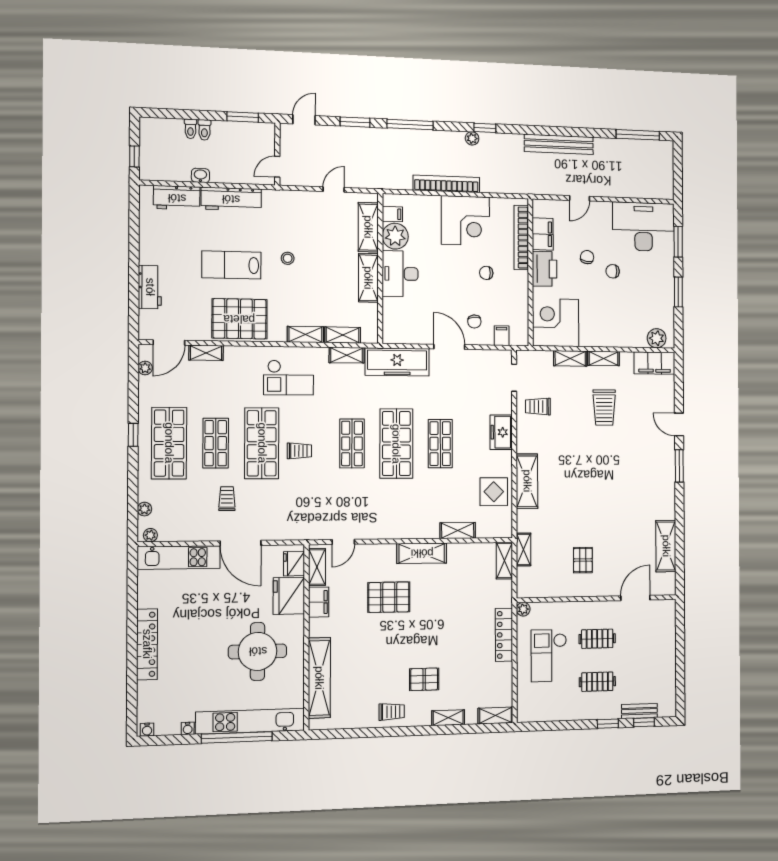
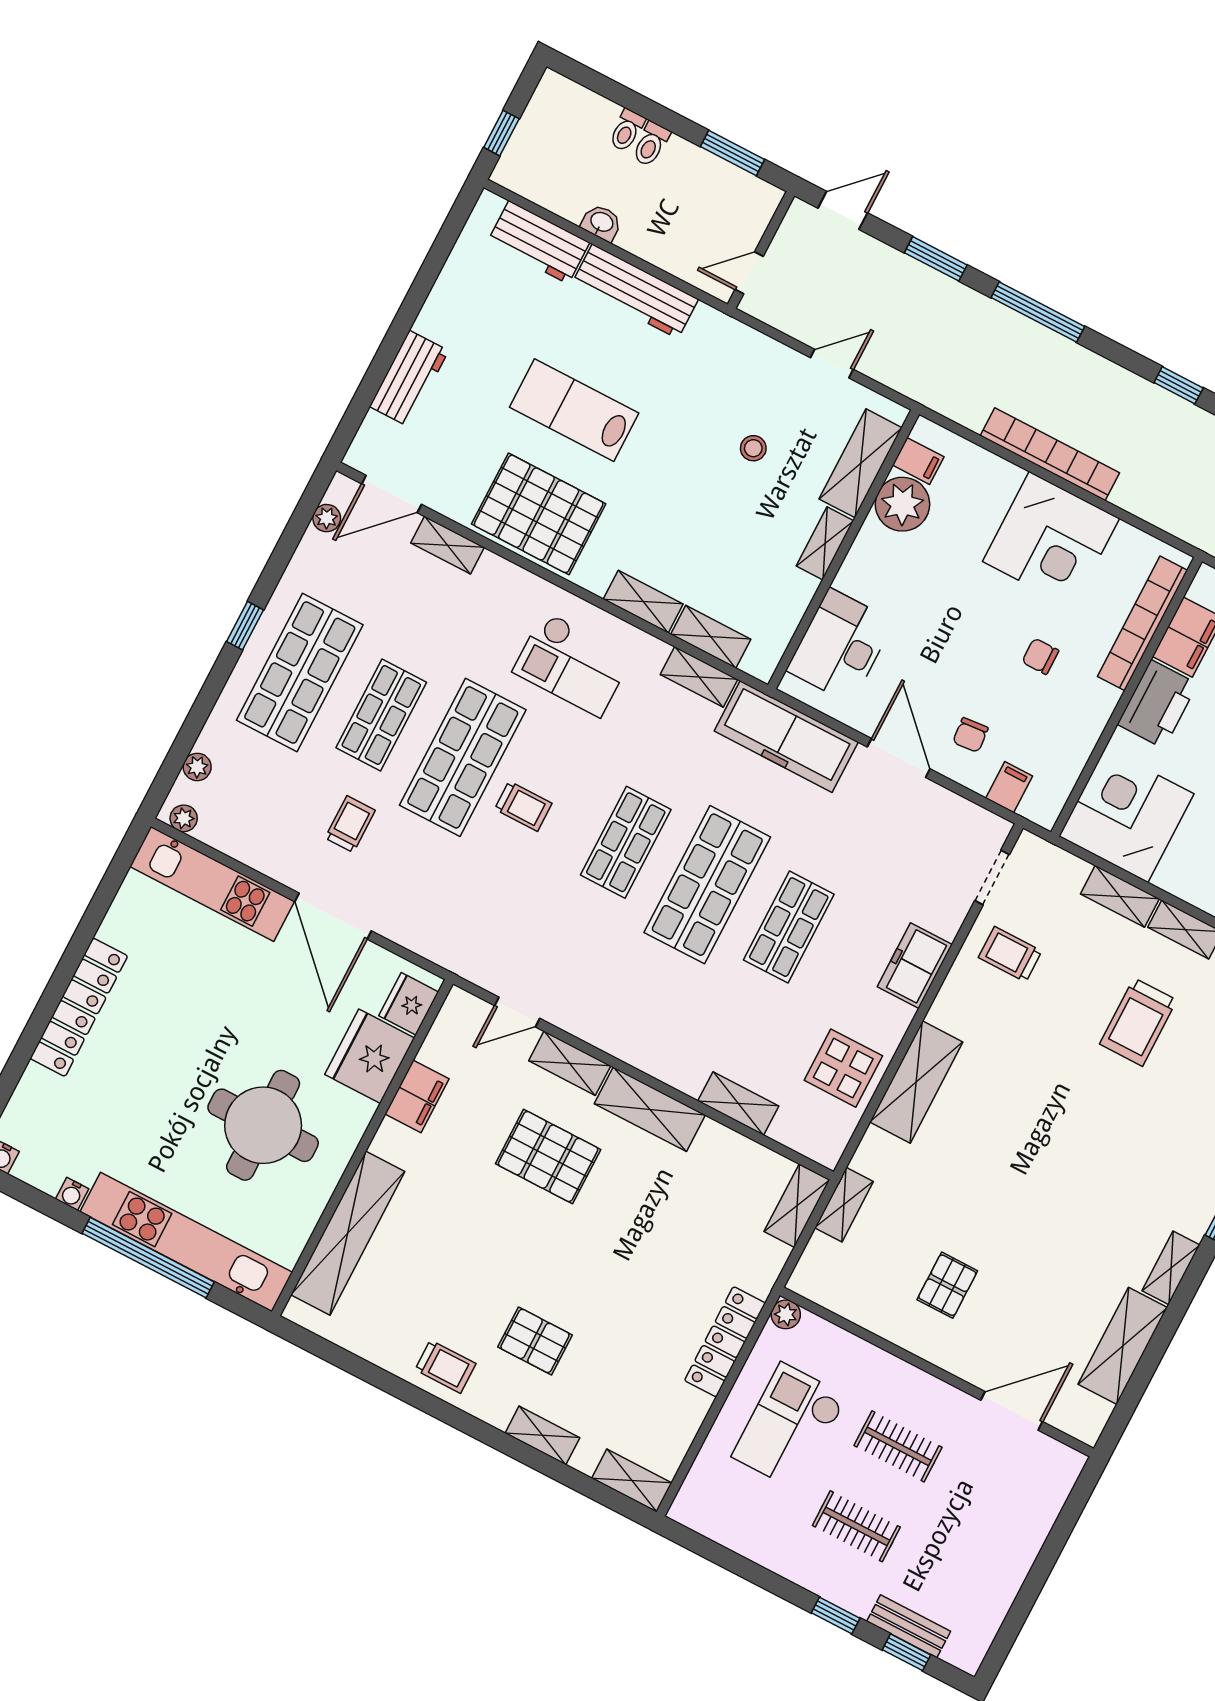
plant: (472, 138) -> (1144, 393), removed
stool: (288, 258) -> (753, 448), moved
desk: (400, 274) -> (840, 646), moved
shelving: (368, 278) -> (825, 543), width x0.67, depth x0.75
shelving: (669, 503) -> (1171, 1268), added
shelving: (317, 567) -> (570, 1063), moved, turned 90

